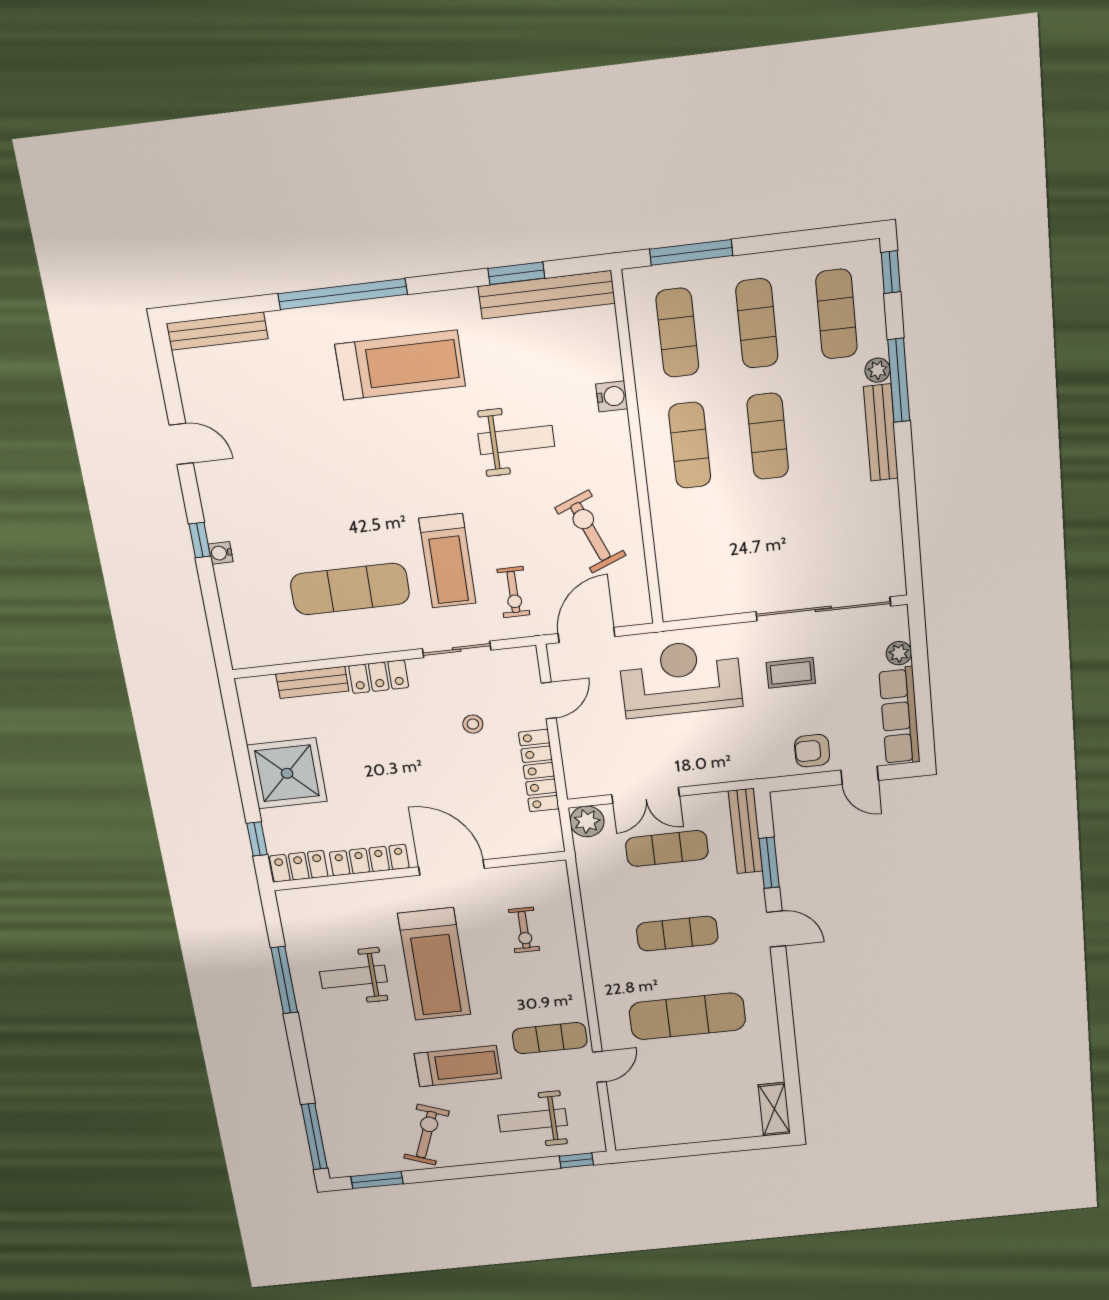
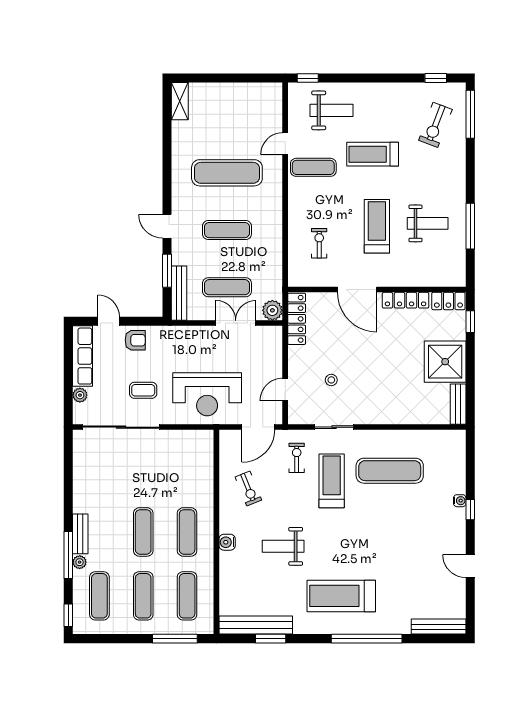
water cooler: (612, 396) -> (227, 542), moved
bench: (881, 433) -> (80, 534), width x0.73
exercise bike: (590, 532) -> (248, 489), width x0.73, depth x0.72
locker: (379, 677) -> (382, 416), removed
bench: (312, 682) -> (458, 404), moved, turned 90
locker: (539, 771) -> (297, 319), moved
treadmill: (434, 964) -> (377, 226), width x0.73, depth x0.73
exercise bike: (426, 1135) -> (435, 125), moved
window: (377, 1180) -> (436, 78), width x0.67

